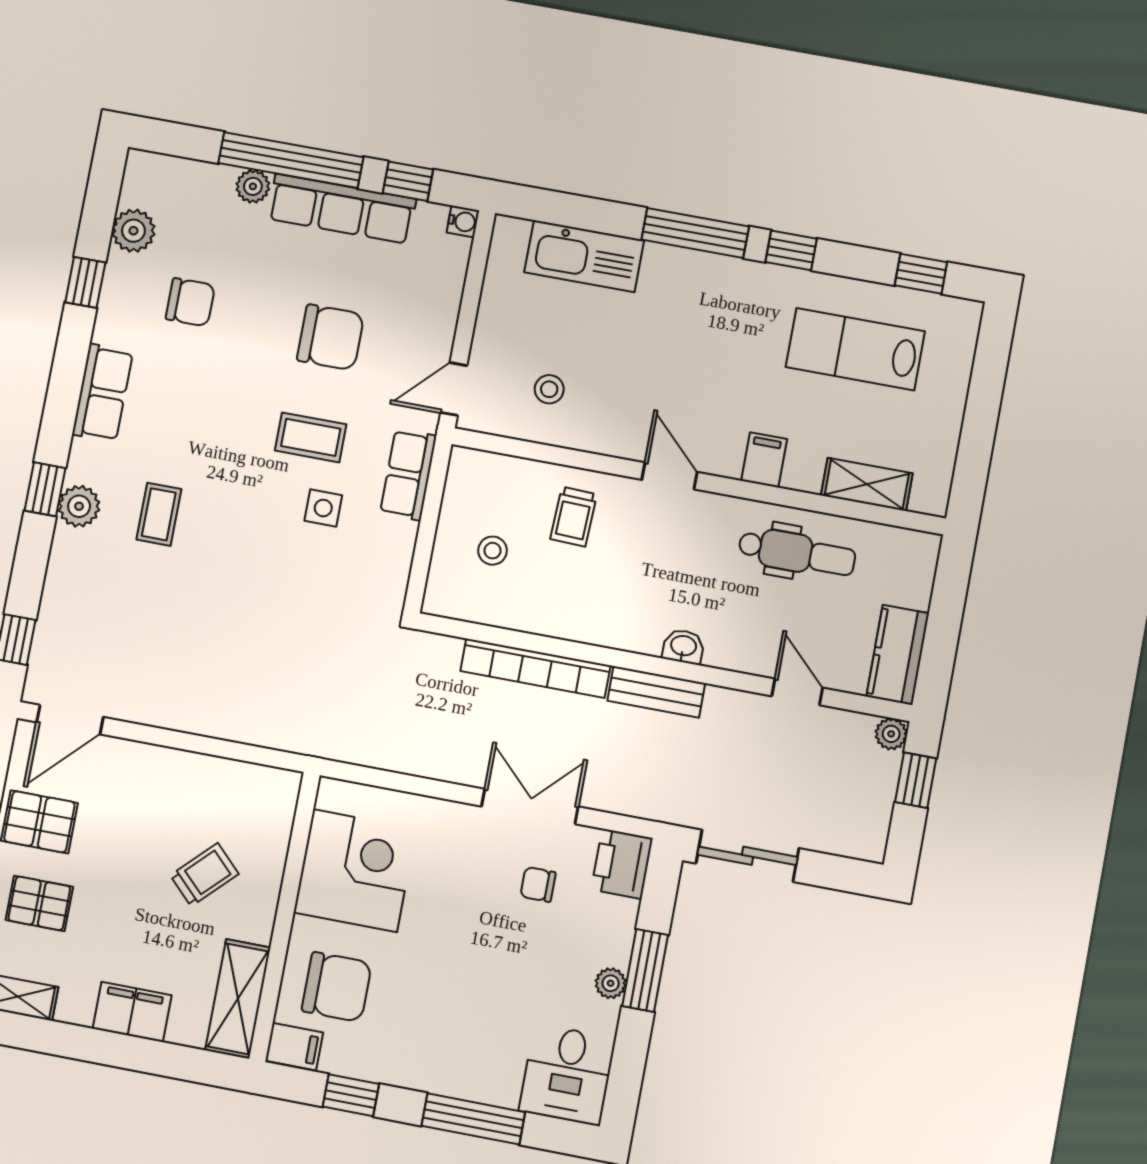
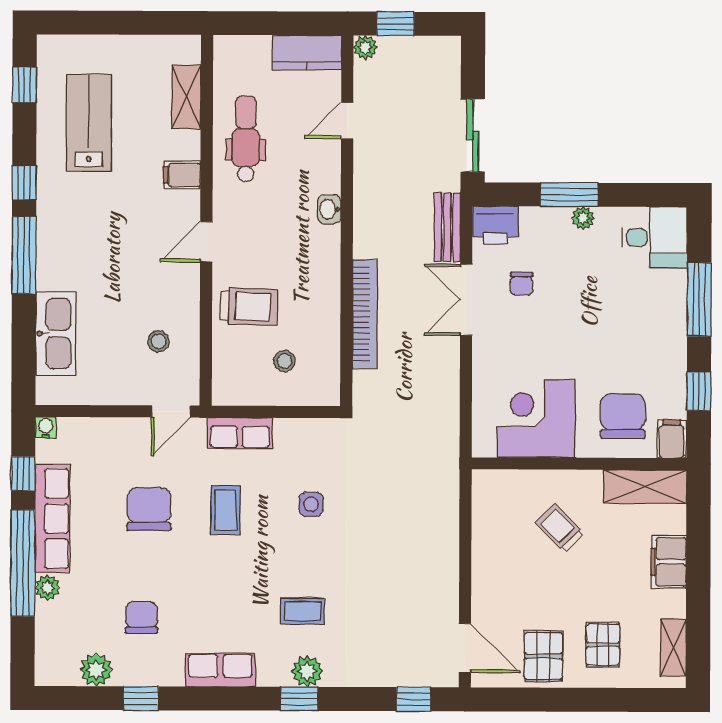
lab bench: (855, 349) -> (89, 123), turned 180
door: (454, 389) -> (171, 411), hinge flipped
side table: (323, 508) -> (311, 504), moved
trolley: (574, 517) -> (249, 306), width x1.36, depth x1.39
bench: (656, 692) -> (447, 227), moved

